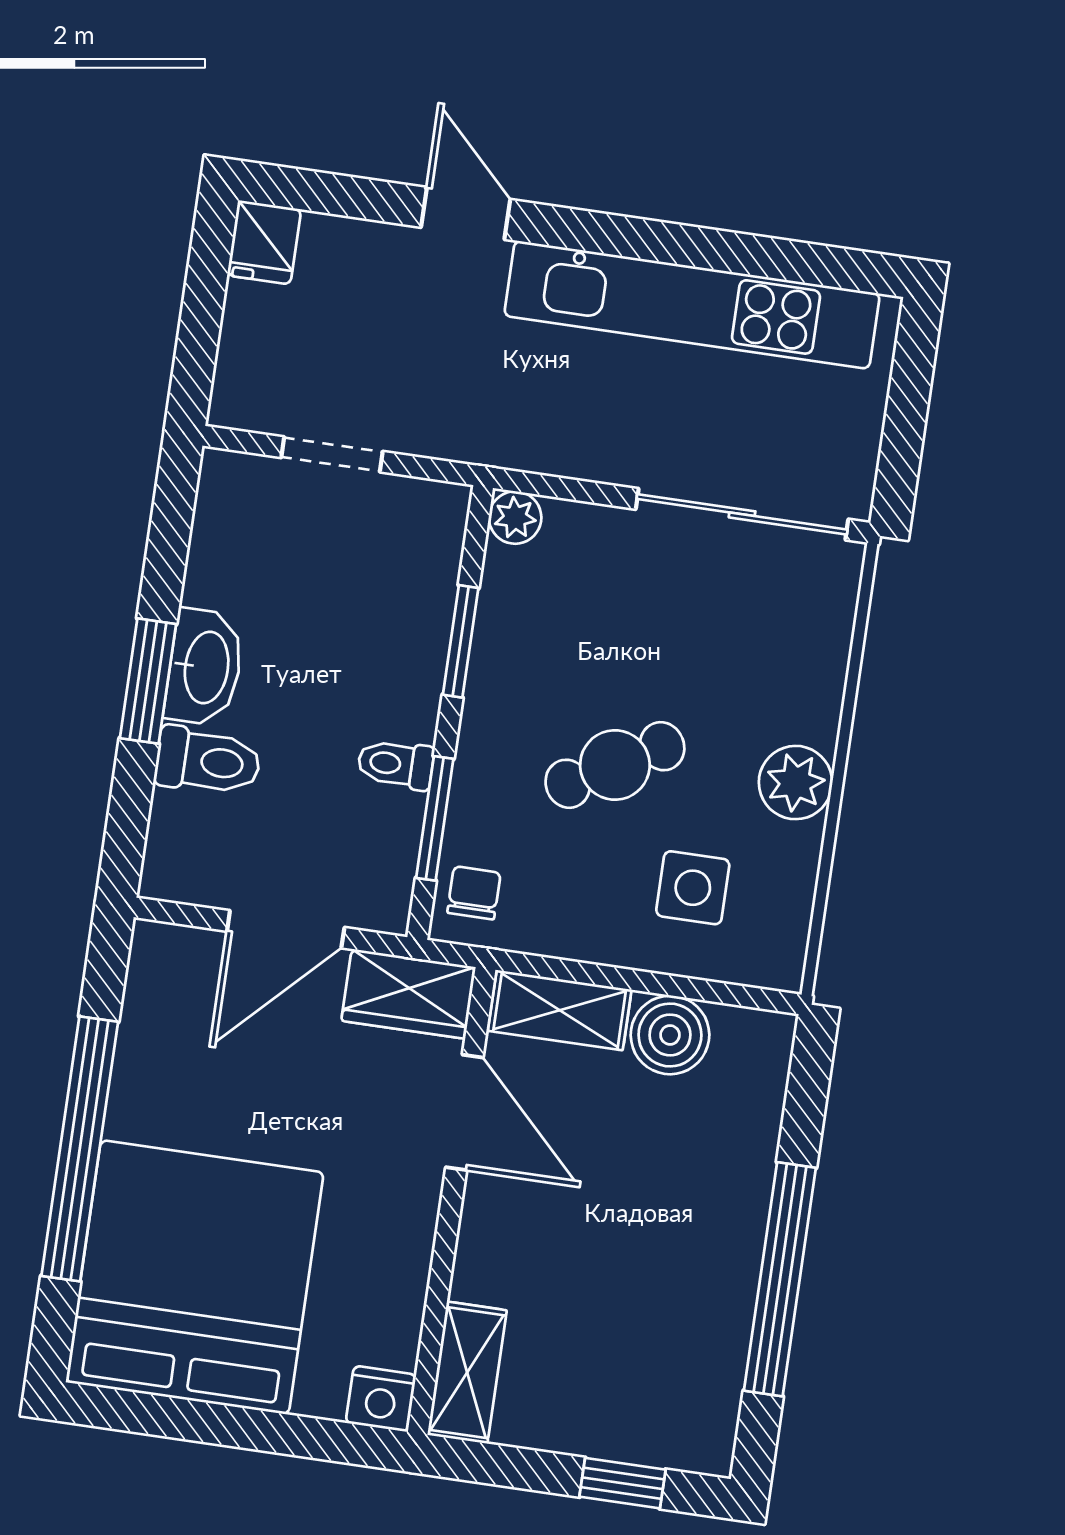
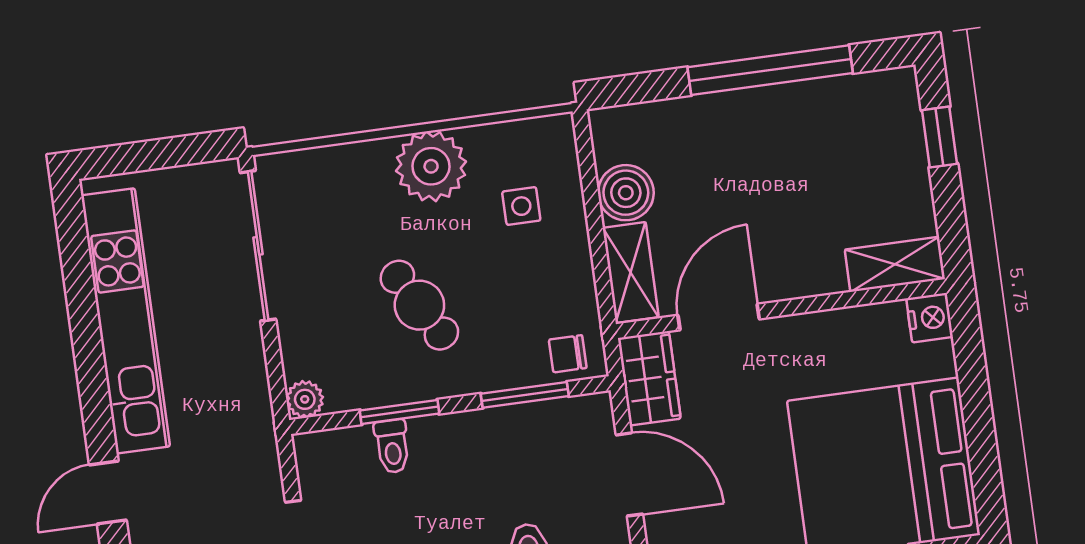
toilet: (396, 764) -> (392, 446), moved
cafe table: (615, 765) -> (419, 305), moved
plant: (796, 783) -> (431, 166), width x1.36, depth x1.36
side table: (693, 888) -> (521, 206), width x0.73, depth x0.73

